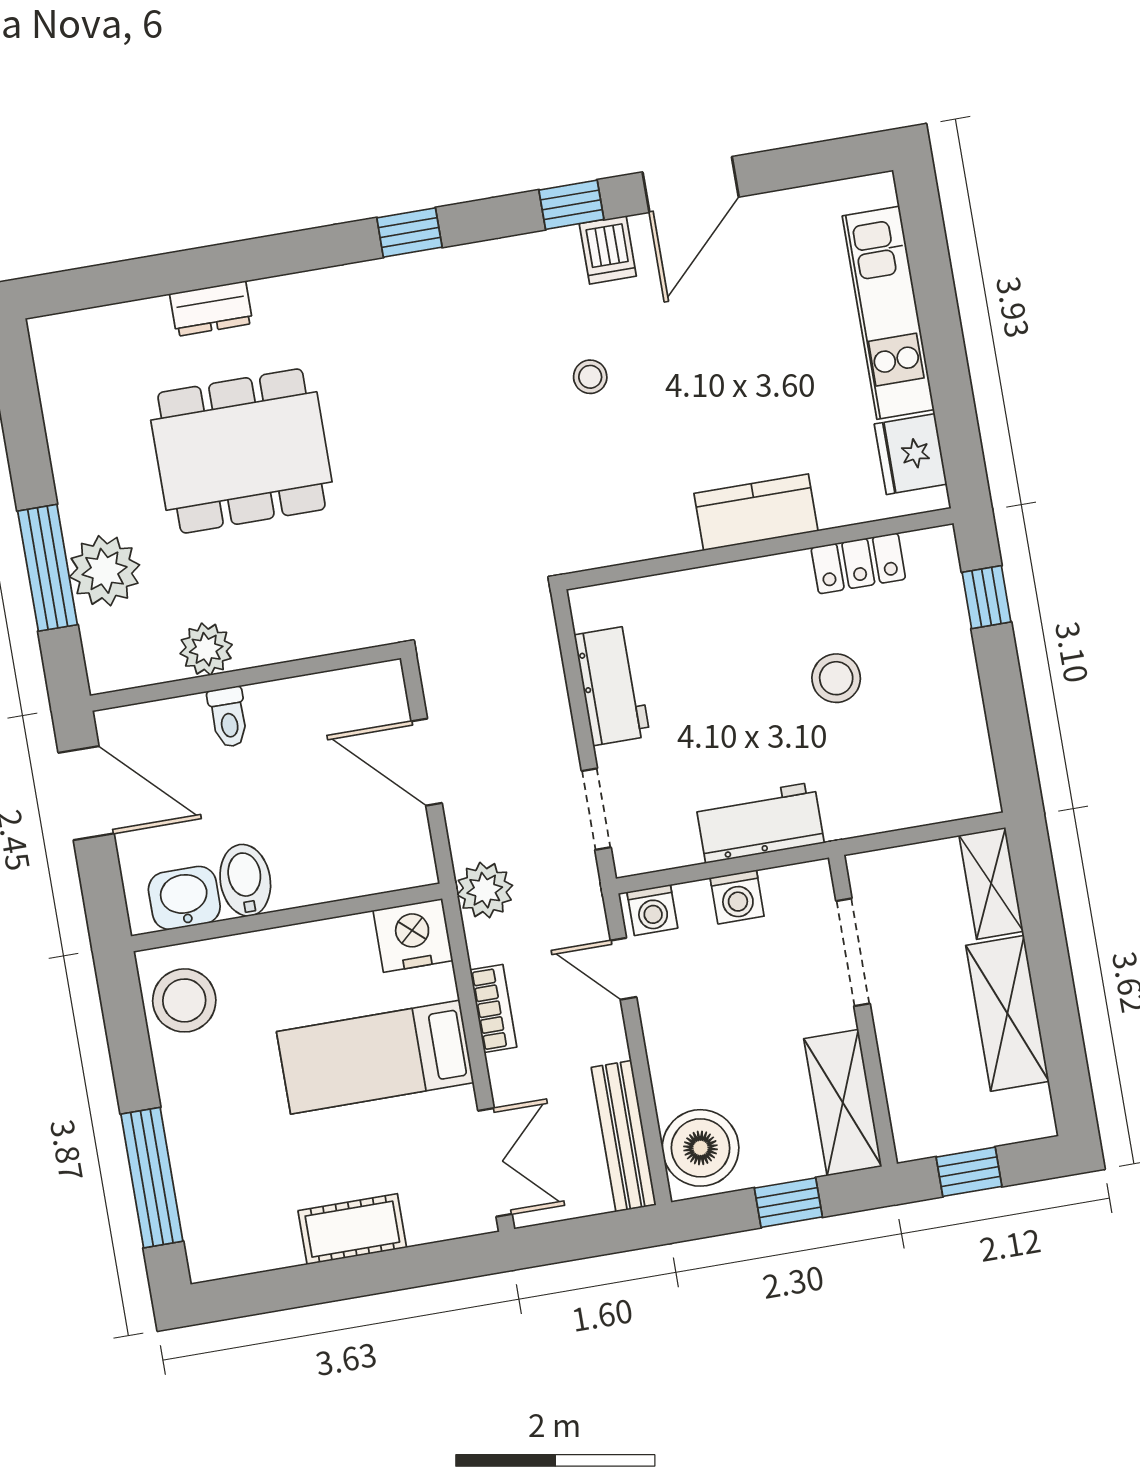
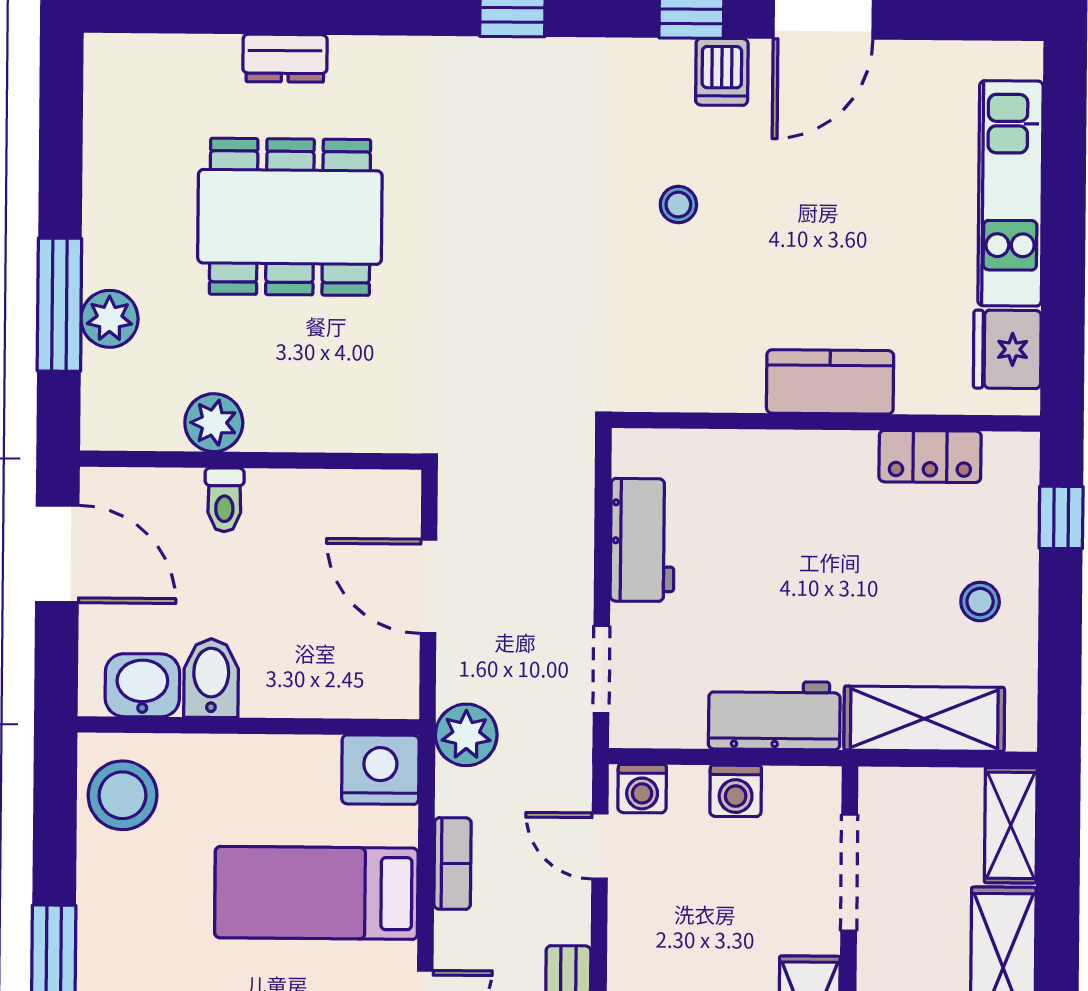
plant: (105, 571) -> (110, 319), width x0.73, depth x0.73
stool: (836, 678) -> (980, 602), moved, width x0.73, depth x0.73
shelving: (896, 801) -> (924, 719), added

